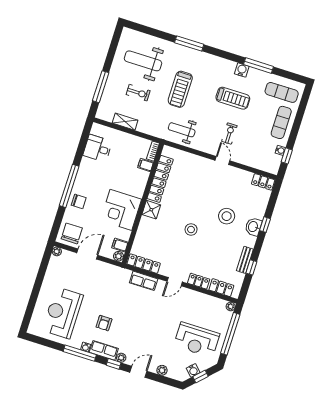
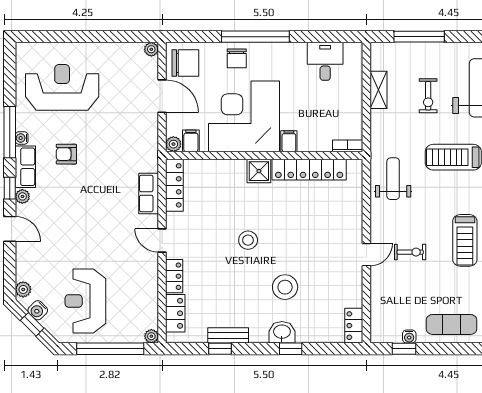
filing cabinet: (146, 165) -> (289, 141), moved
corner desk: (121, 210) -> (244, 116), width x1.36, depth x1.36
plant: (162, 370) -> (23, 289), moved

